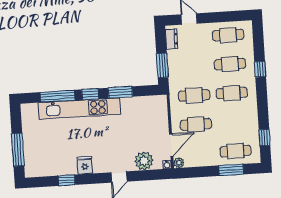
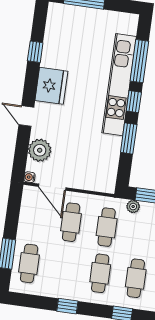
window: (264, 138) -> (67, 306), moved
plant: (179, 163) -> (133, 207), moved
fridge: (85, 165) -> (51, 86), width x1.88, depth x1.34

